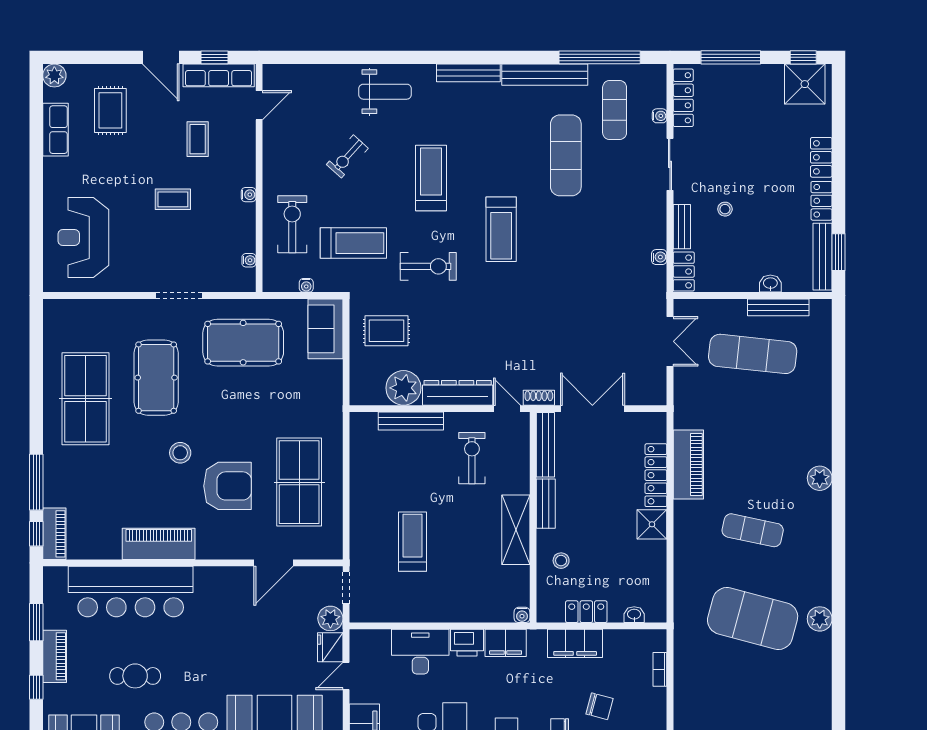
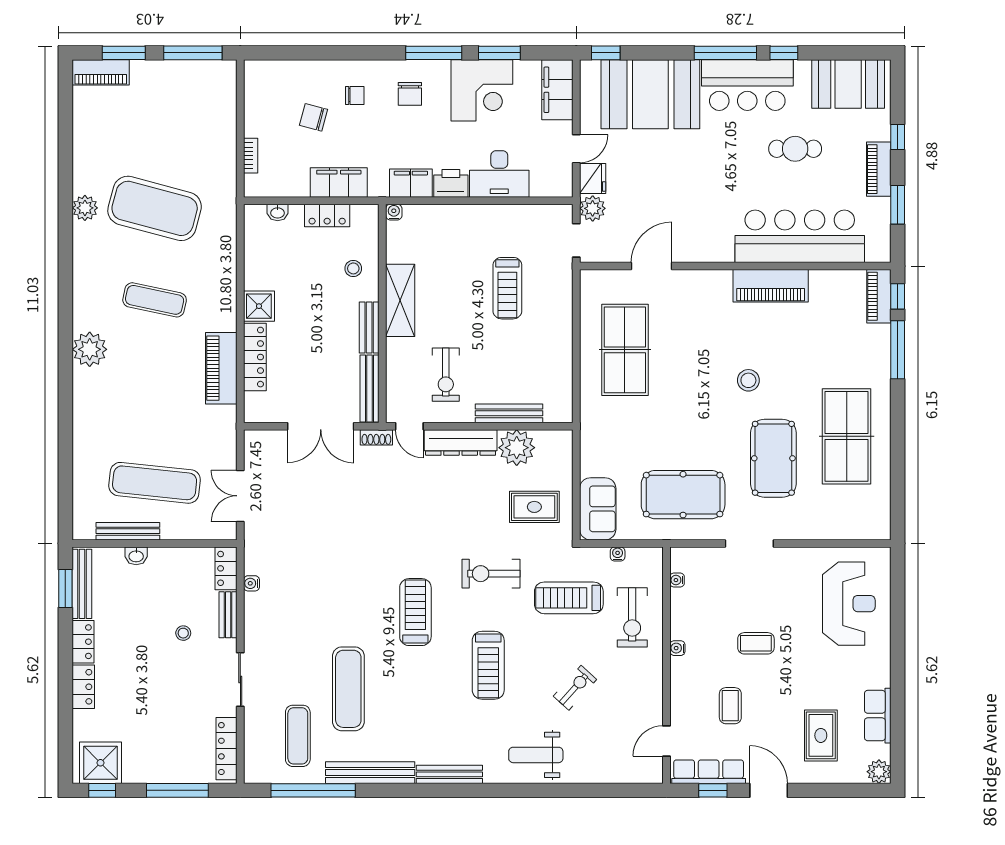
water cooler: (660, 116) -> (251, 730), removed
plant: (820, 478) -> (90, 349), width x1.36, depth x1.36
armchair: (228, 486) -> (699, 346), removed

